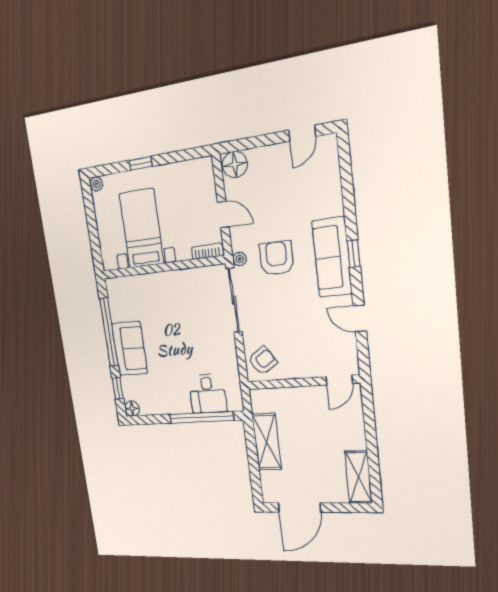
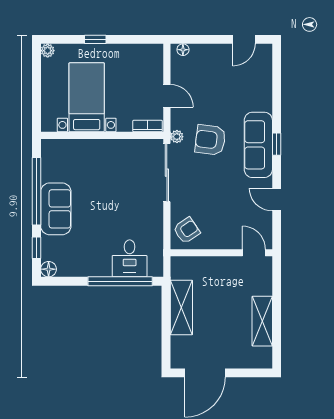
floor lamp: (235, 164) -> (183, 50), width x0.53, depth x0.53
armchair: (277, 258) -> (210, 140), turned -83
door: (339, 380) -> (254, 253), swing flipped
shelving: (358, 477) -> (262, 321), moved

